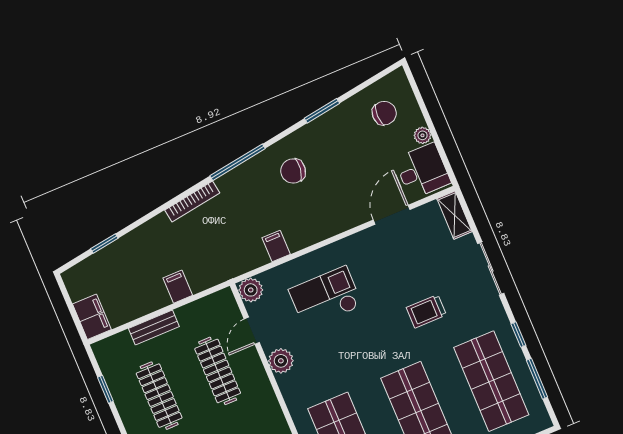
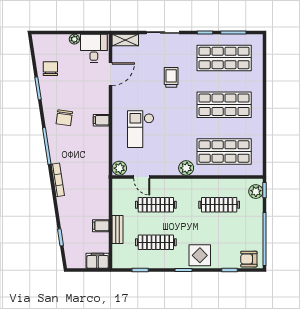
chair: (384, 113) -> (50, 69), moved
door: (392, 215) -> (111, 74), swing flipped
filing cabinet: (276, 246) -> (101, 120), moved
filing cabinet: (178, 287) -> (101, 226), moved
trolley: (426, 311) -> (171, 77), turned 180
plant: (281, 361) -> (186, 168), moved

